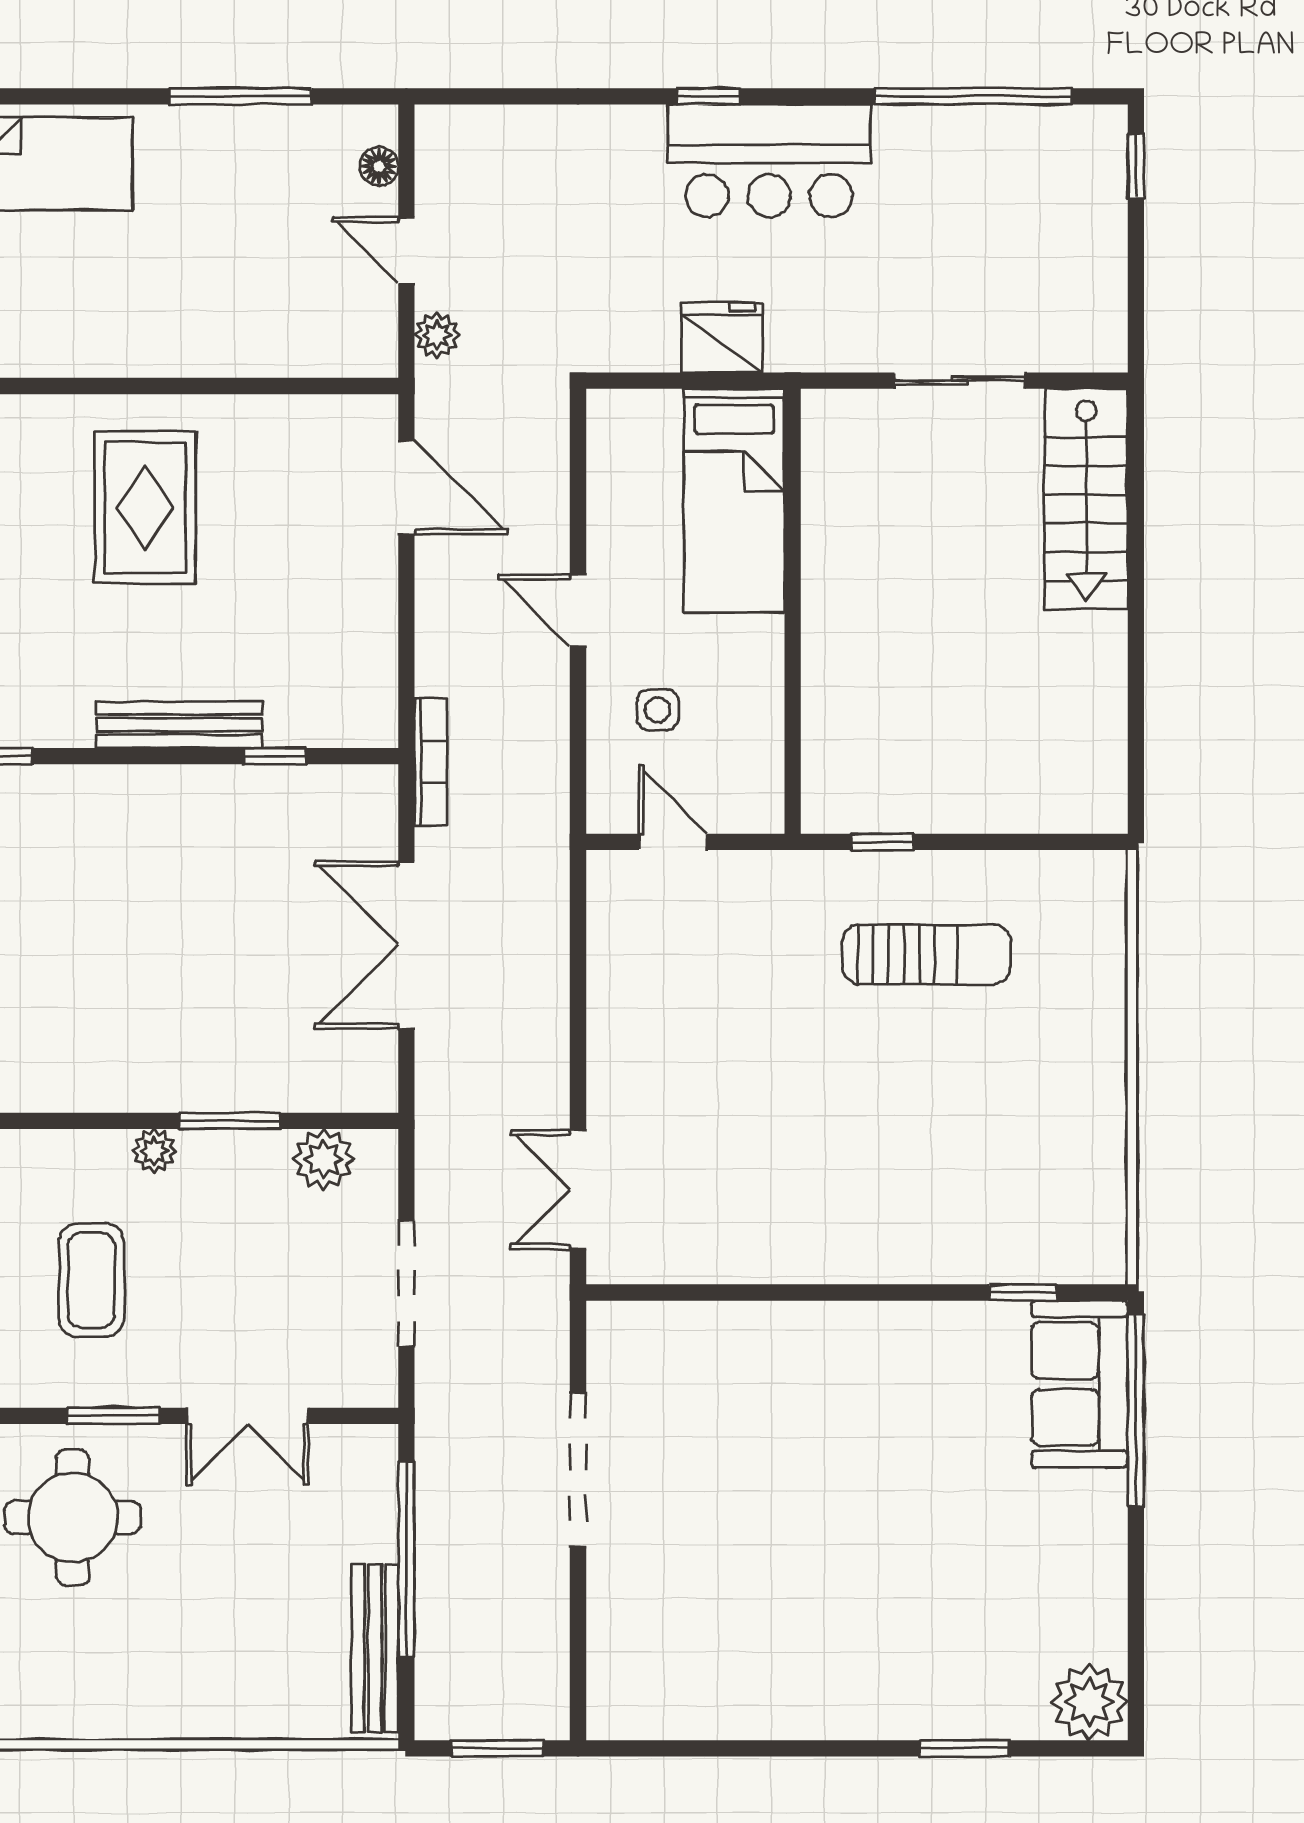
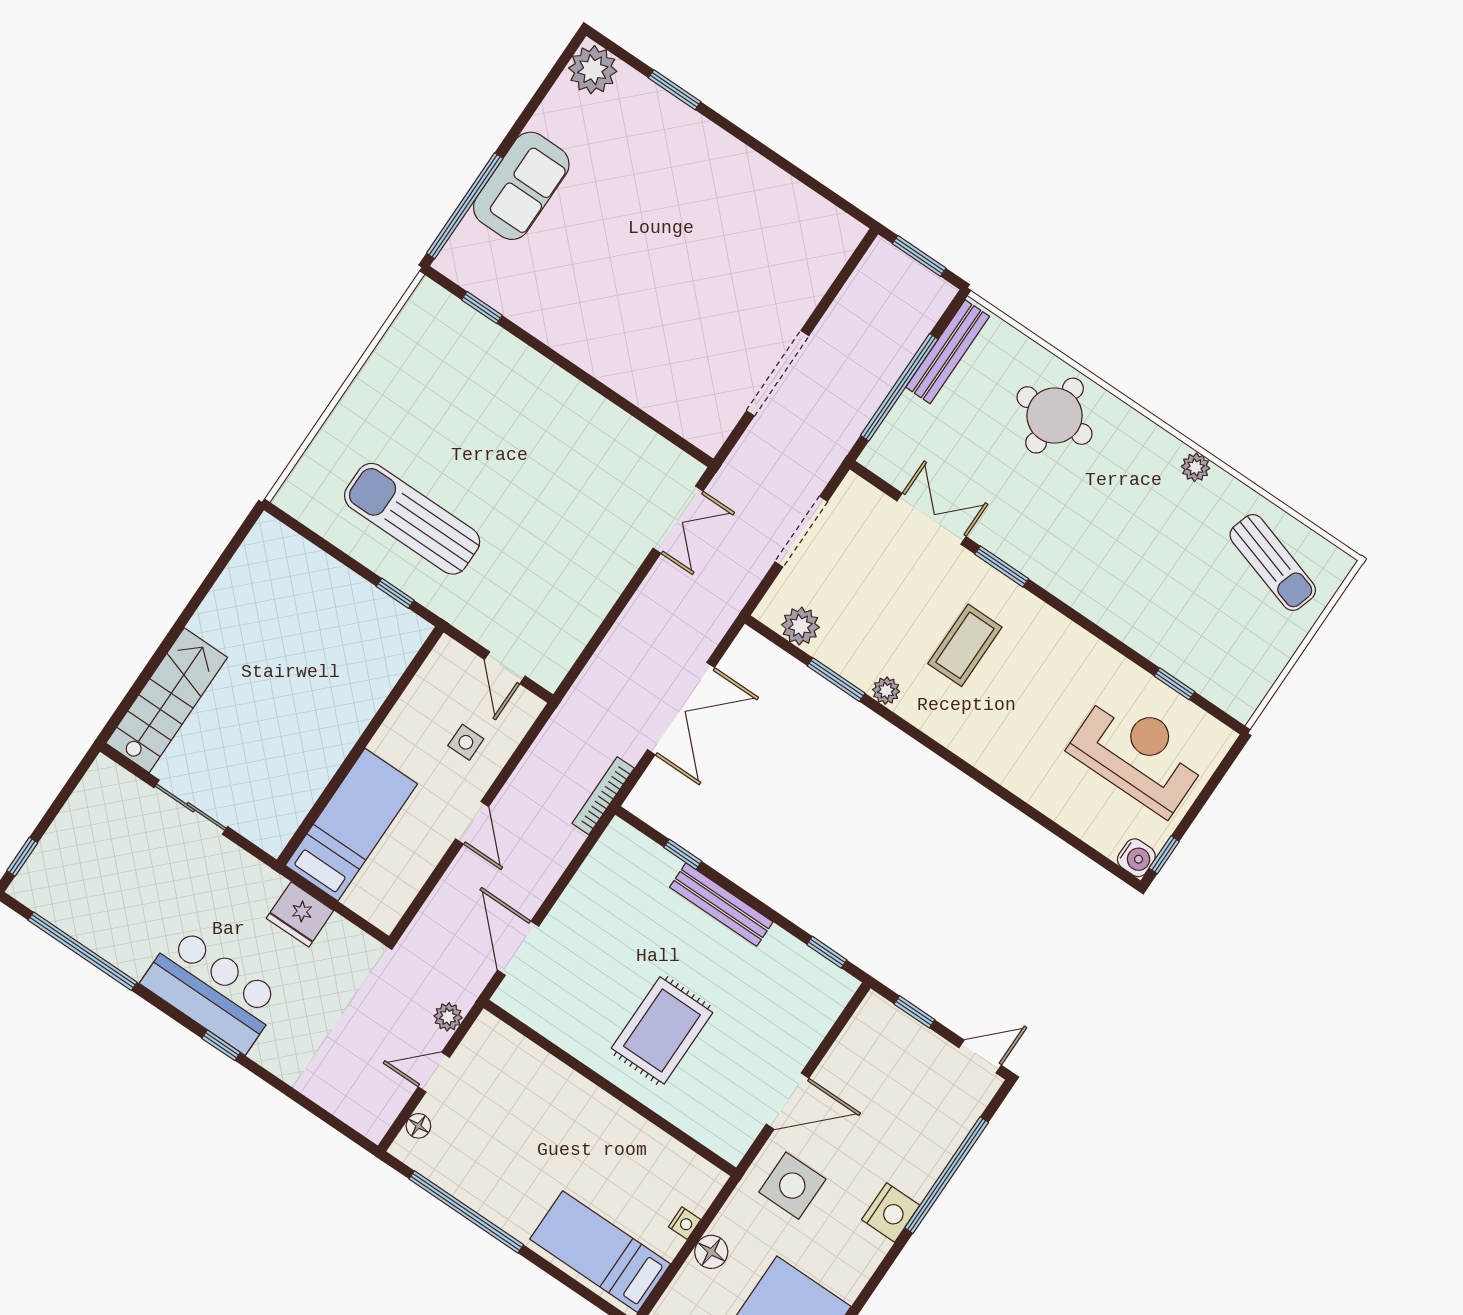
window: (240, 96) -> (466, 1212), width x1.46
door: (406, 250) -> (434, 1072), swing flipped
sun lounger: (927, 954) -> (412, 519), width x1.36, depth x1.34
sofa: (1080, 1384) -> (521, 186), moved
round table: (73, 1517) -> (1055, 416), moved

